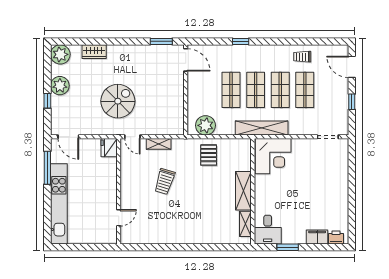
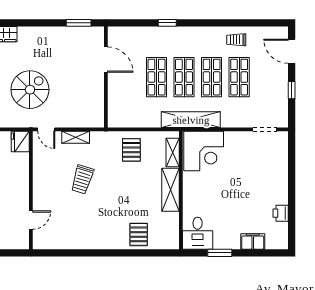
door: (186, 60) -> (106, 60), moved
plant: (205, 125) -> (128, 117), removed
shelving: (245, 224) -> (173, 153), moved
pallet: (215, 231) -> (139, 234), added
printer: (336, 237) -> (281, 213), moved, turned -90

